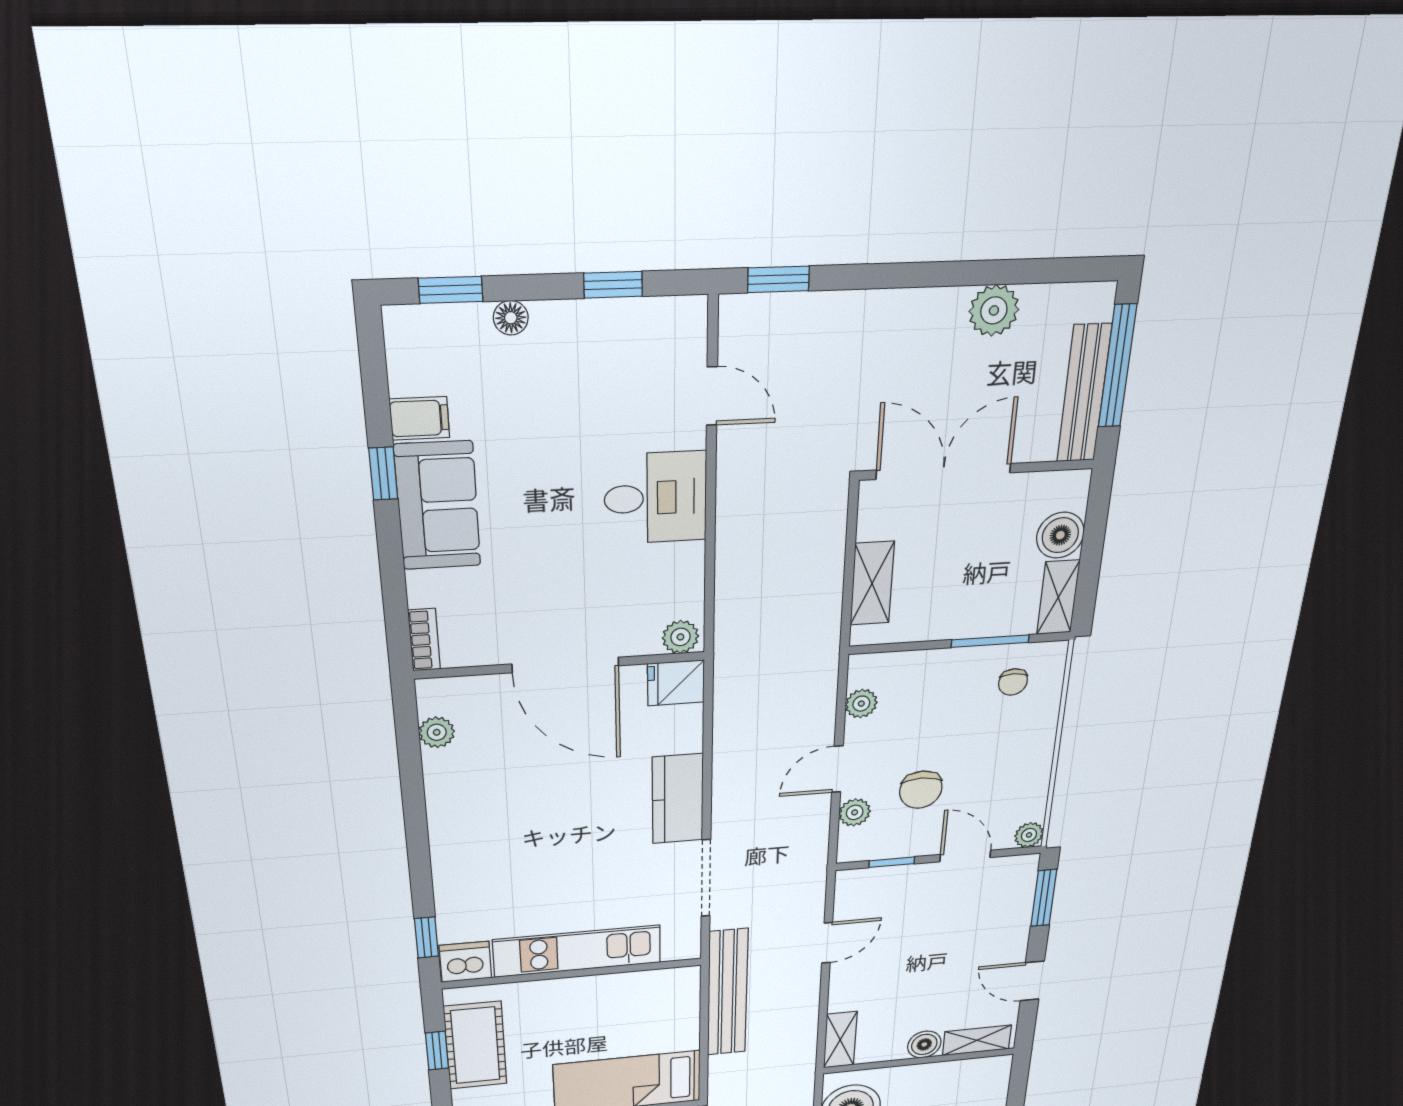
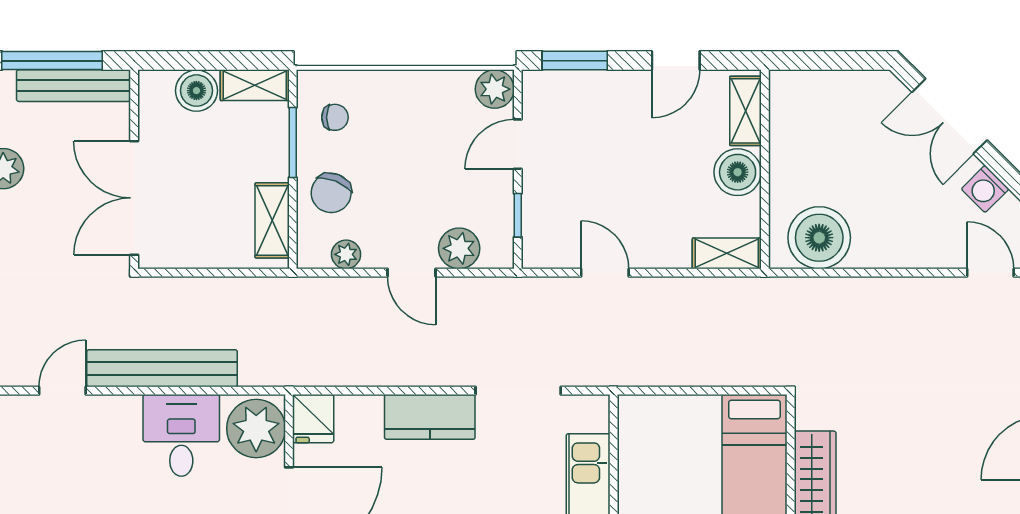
desk: (655, 498) -> (181, 435), moved
shelving: (872, 583) -> (272, 220), moved, turned 90
plant: (680, 637) -> (256, 428), width x1.88, depth x1.88
chair: (921, 790) -> (331, 193), moved, turned 112
plant: (855, 812) -> (459, 248), width x1.38, depth x1.38
plant: (1029, 835) -> (495, 89), width x1.38, depth x1.38
bench: (727, 993) -> (162, 368), moved
boiler: (924, 1044) -> (738, 172), width x1.36, depth x1.36

